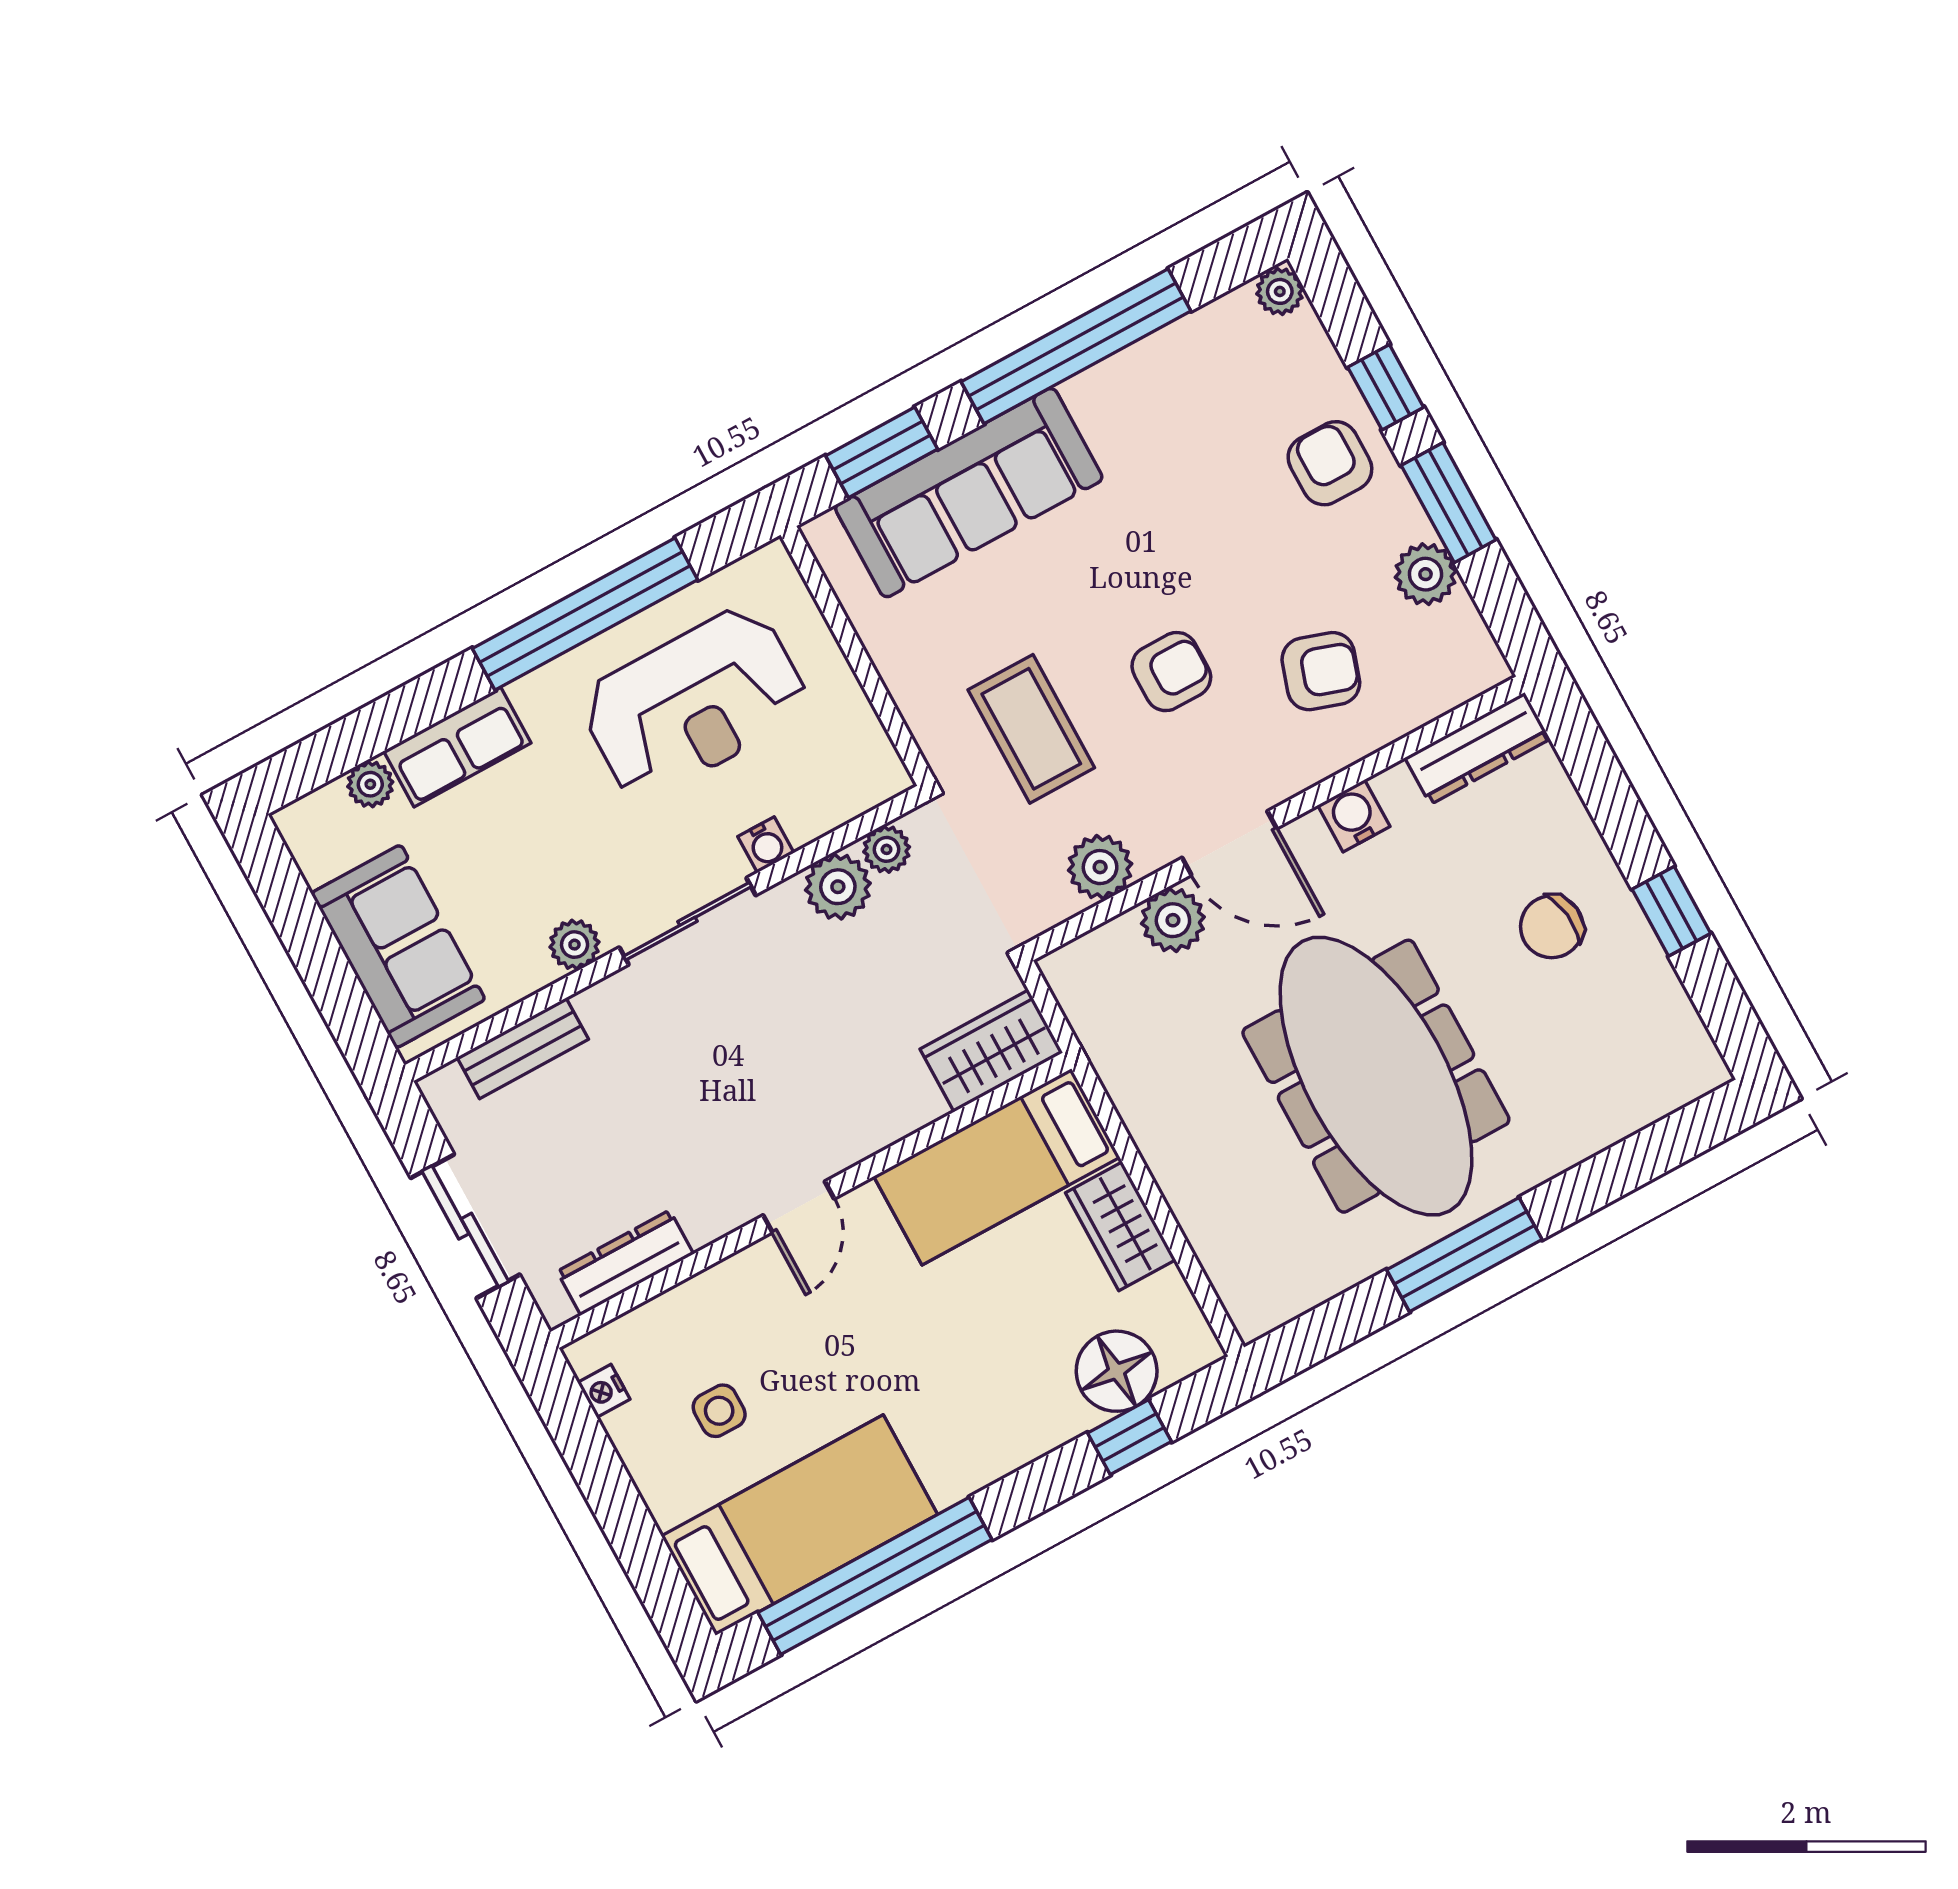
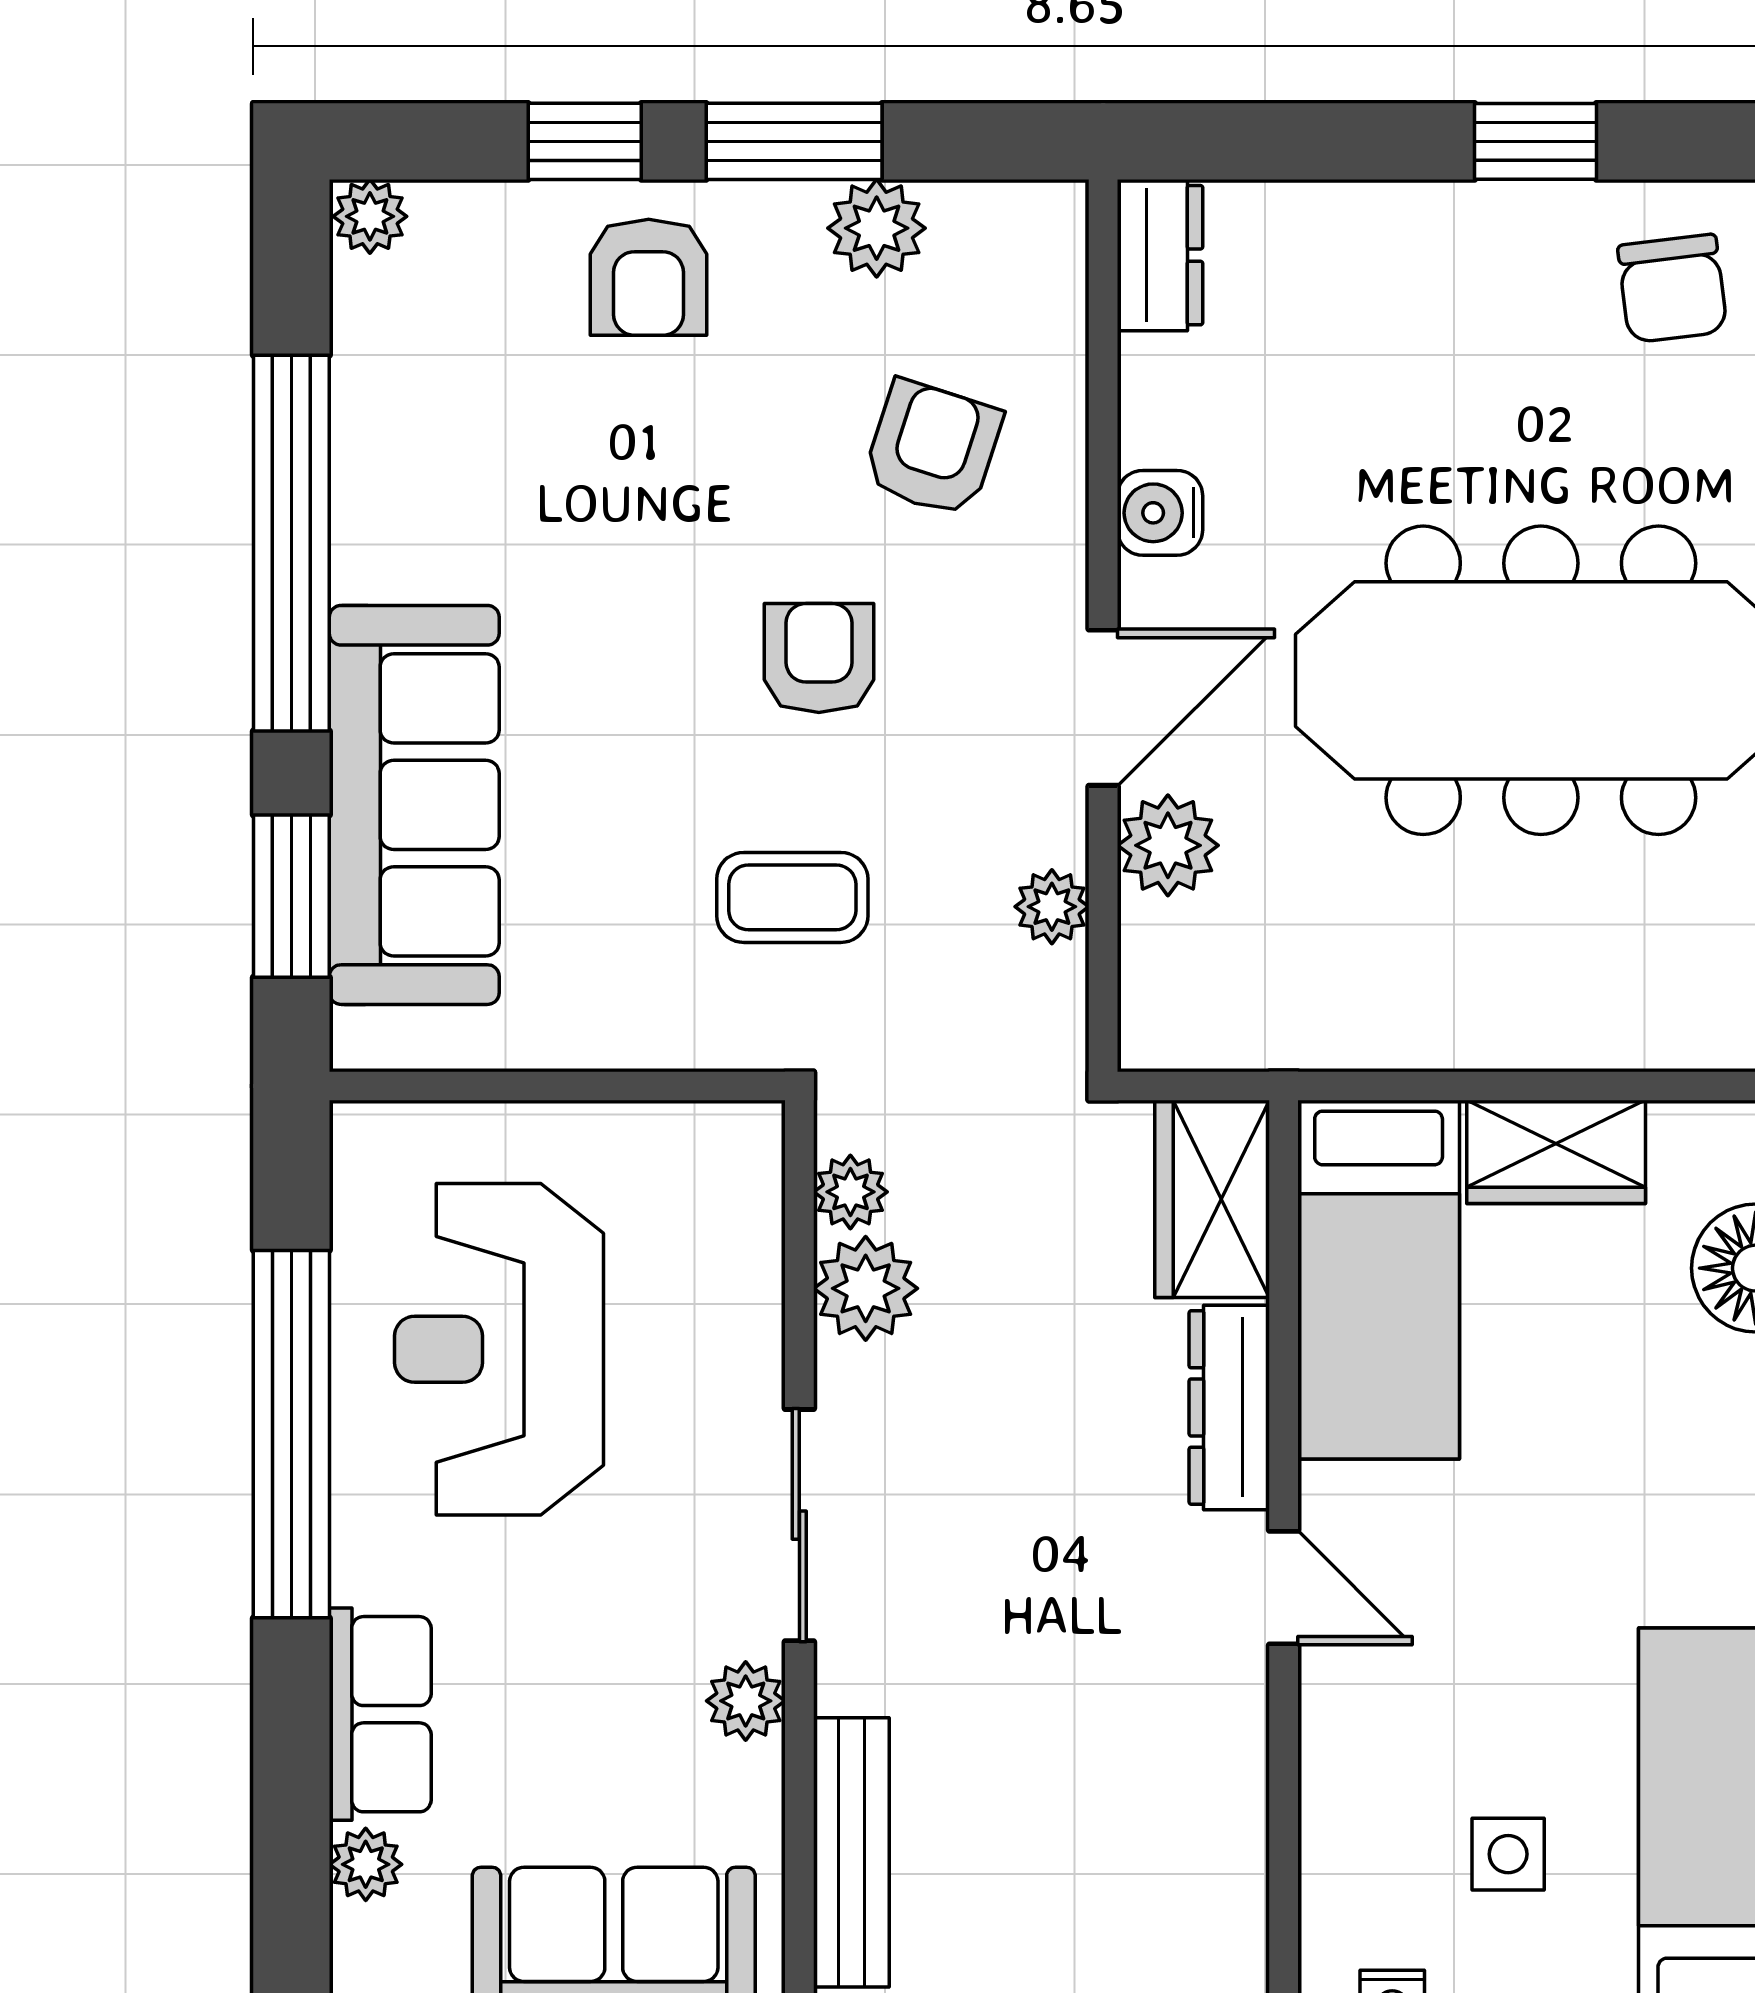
armchair: (1330, 463) -> (649, 277), turned -90
reception desk: (694, 703) -> (499, 1349), turned 180
coffee table: (1031, 729) -> (792, 897), width x0.73, depth x0.77
dresser: (1478, 748) -> (1160, 255), width x0.70
water cooler: (766, 845) -> (752, 1357), removed
plant: (1100, 867) -> (1052, 907), width x0.73, depth x0.73
chair: (1552, 927) -> (1672, 289), moved
bench: (523, 1048) -> (851, 1852), width x1.36
dresser: (625, 1263) -> (1229, 1407), moved

